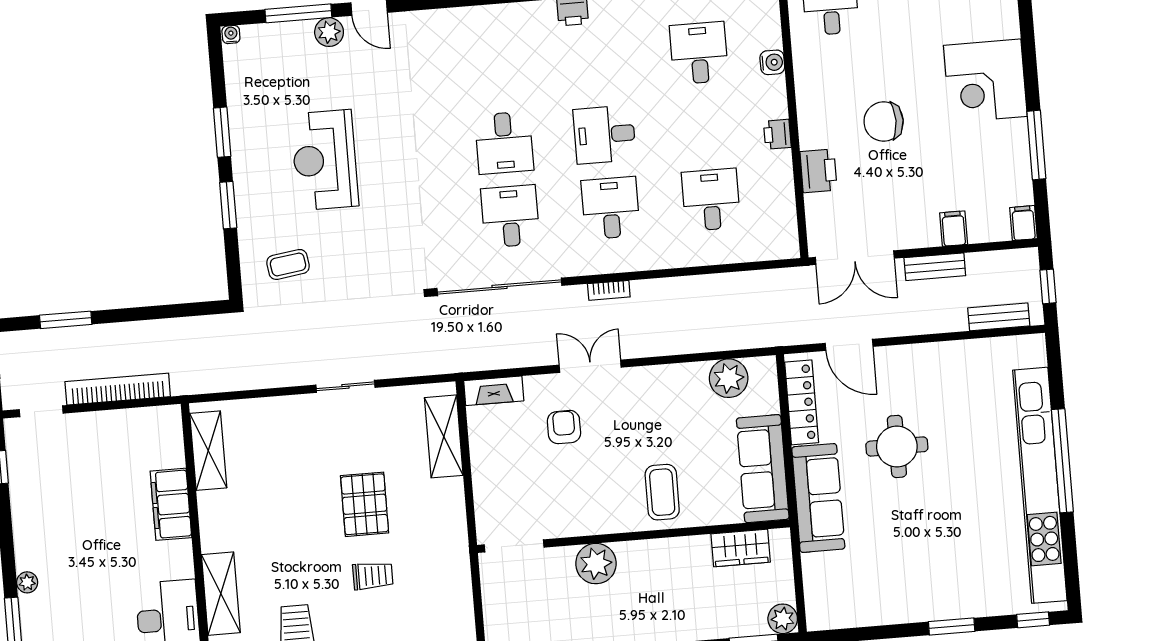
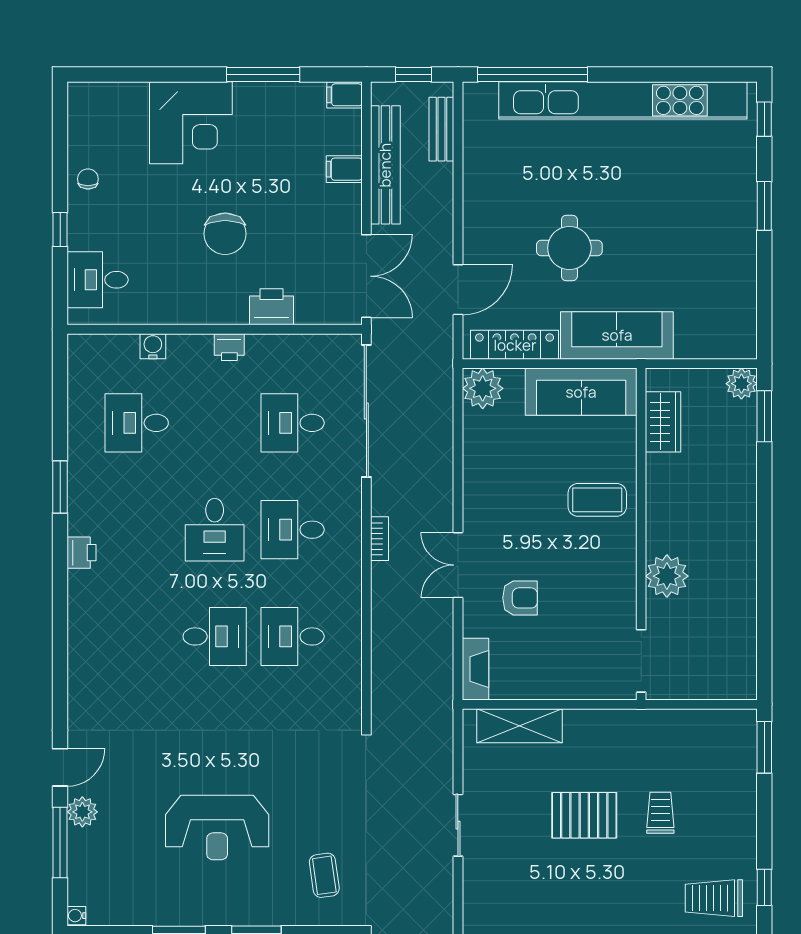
bench: (935, 267) -> (385, 165), width x1.86, depth x1.21
sliding door: (499, 287) -> (366, 411), moved
plant: (729, 378) -> (483, 388), moved
armchair: (564, 427) -> (520, 598), turned 180
window: (1062, 461) -> (533, 74), moved

